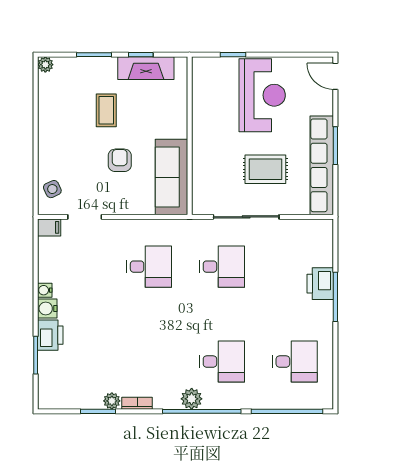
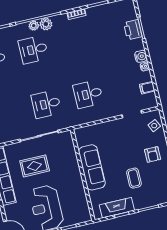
armchair: (120, 160) -> (153, 154), moved
sofa: (172, 177) -> (92, 167), moved
filing cabinet: (49, 227) -> (147, 88), moved
printer: (50, 335) -> (133, 30), moved
plant: (112, 401) -> (34, 26), moved

